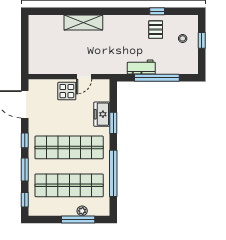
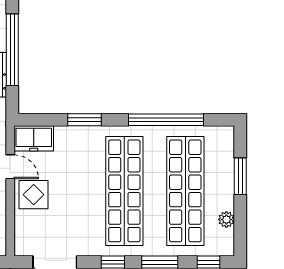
freezer: (102, 114) -> (34, 138), moved
plant: (82, 211) -> (226, 219), moved
window: (78, 220) -> (240, 176), width x0.69

